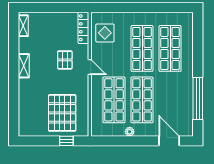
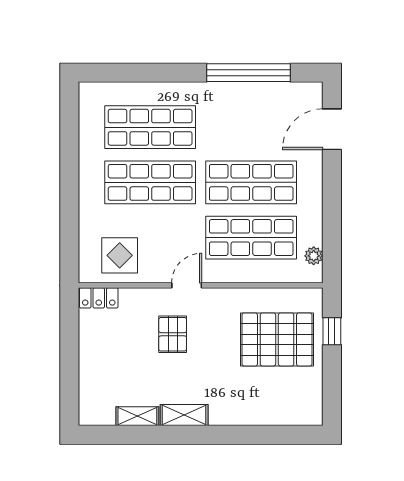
shelving: (23, 26) -> (137, 416), moved
locker: (83, 28) -> (99, 298), width x0.66
pallet: (65, 60) -> (173, 334), turned 90
plant: (130, 132) -> (314, 256), moved

